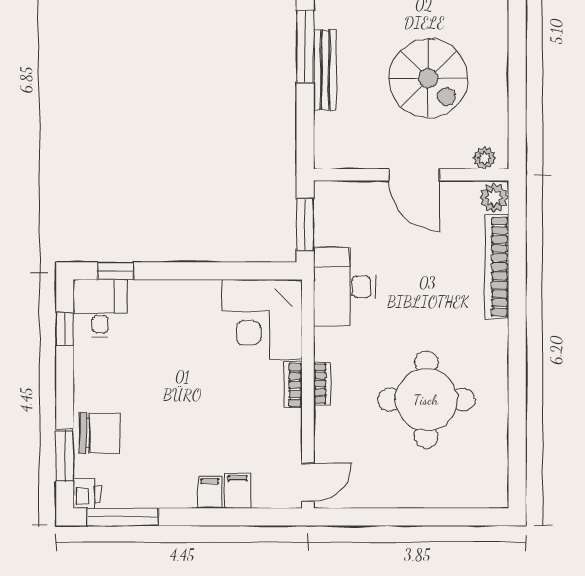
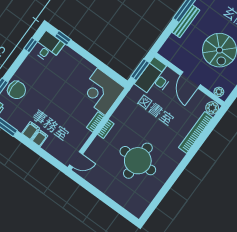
desk: (344, 287) -> (155, 78), moved
filing cabinet: (238, 491) -> (31, 131), moved

